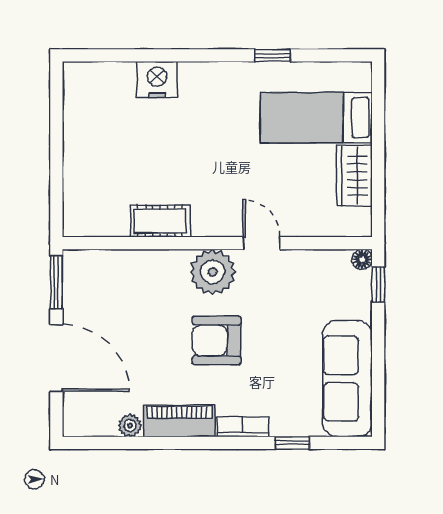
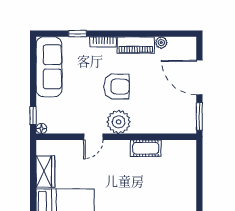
door: (262, 243) -> (93, 137), hinge flipped

